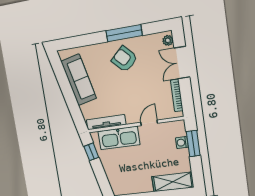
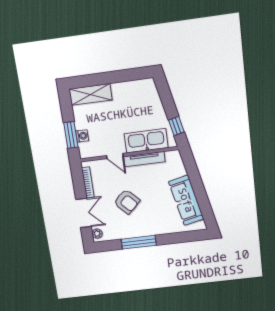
armchair: (124, 59) -> (127, 202), moved
tv unit: (106, 122) -> (144, 159), moved
door: (149, 123) -> (115, 156), hinge flipped

